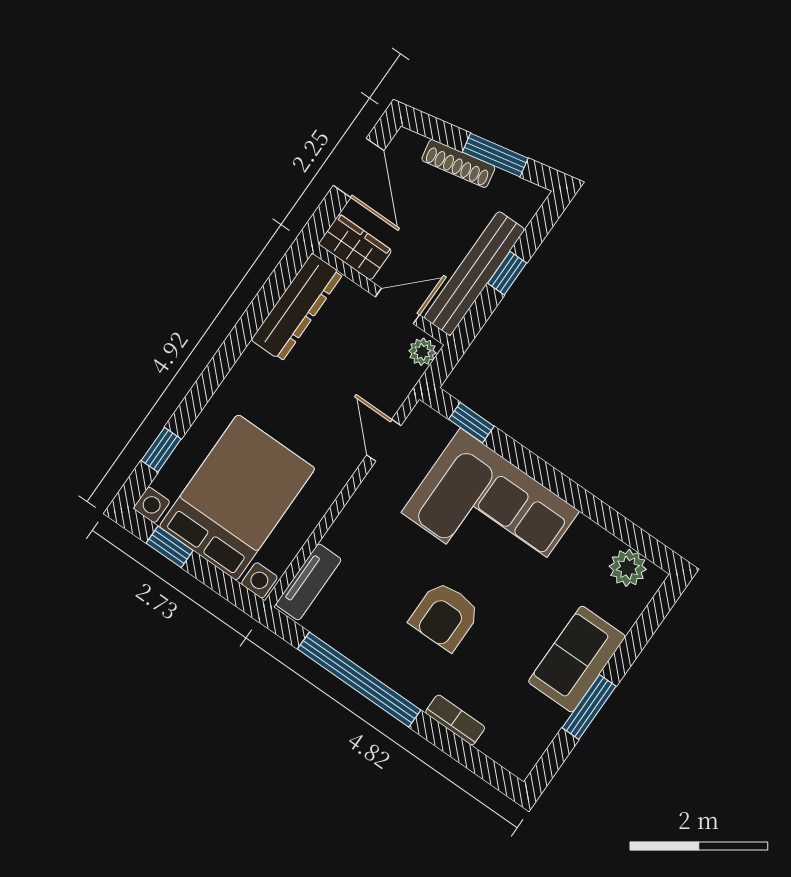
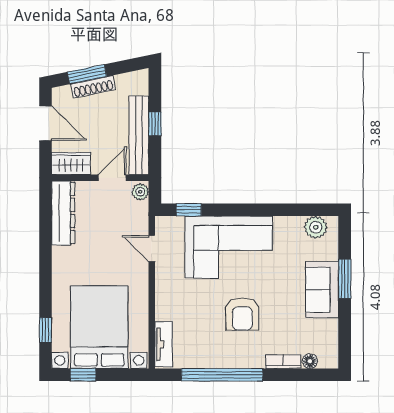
window: (495, 155) -> (87, 74), moved
window: (589, 707) -> (345, 279), moved
floor lamp: (492, 745) -> (310, 361), added

